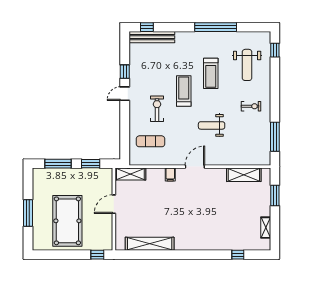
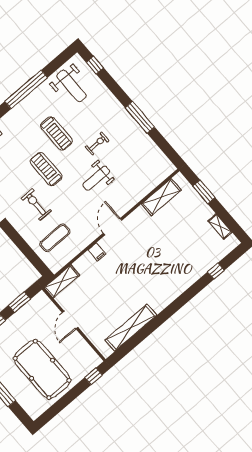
weight bench: (247, 65) -> (71, 86), moved
exercise bike: (251, 106) -> (97, 144), moved
window: (275, 137) -> (140, 117), moved

